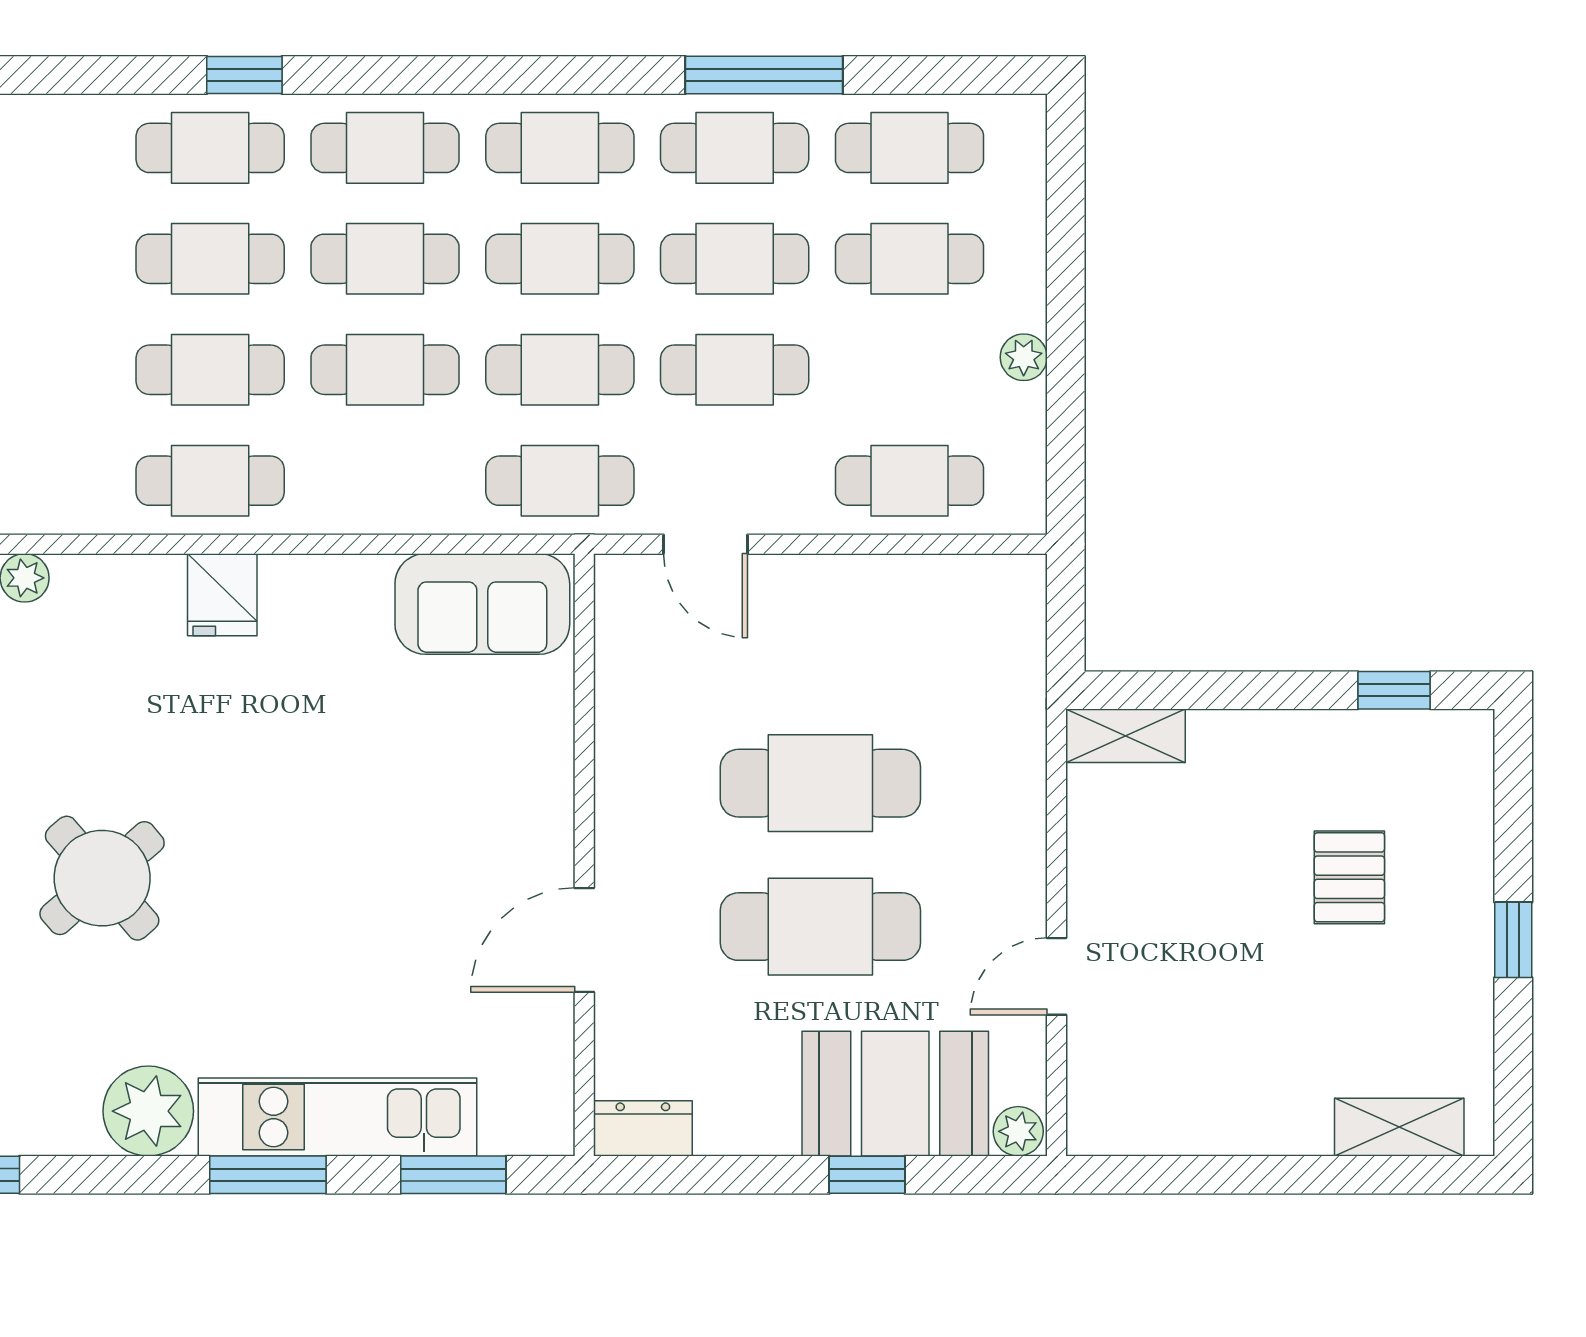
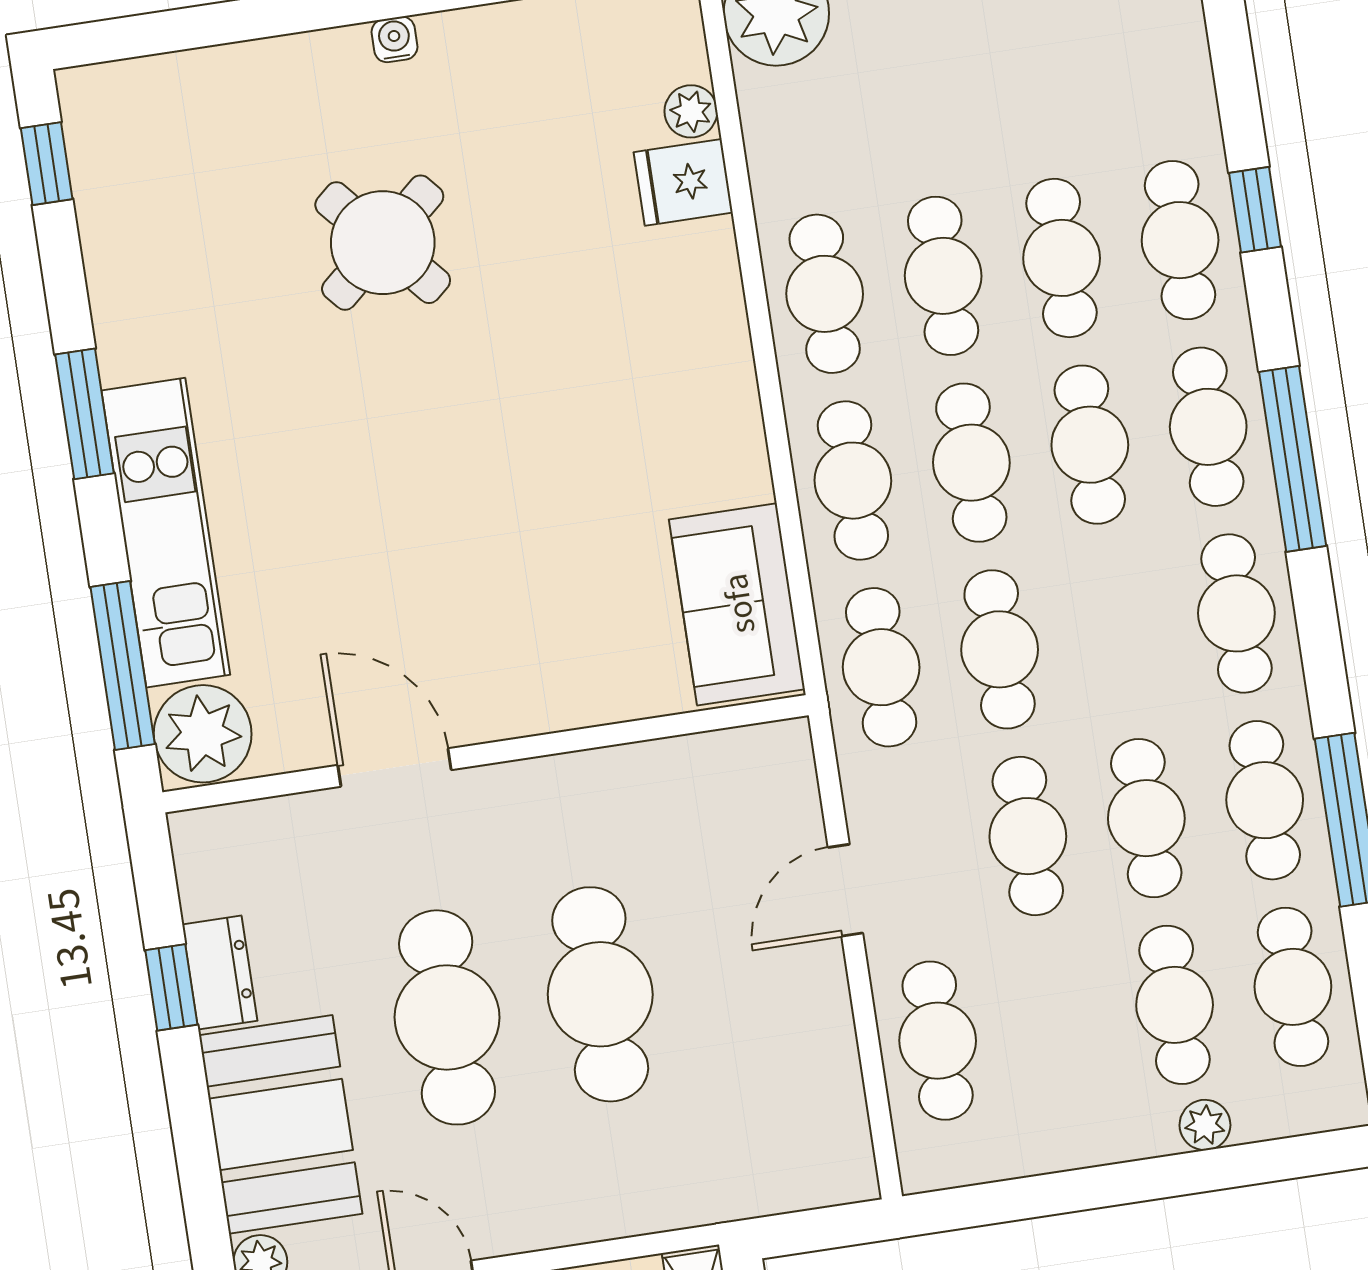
window: (244, 75) -> (1255, 210), moved
window: (426, 75) -> (1293, 459), added
cafe table: (560, 259) -> (853, 481), moved
plant: (1024, 357) -> (1205, 1125), moved
door: (706, 544) -> (845, 890), moved
fridge: (222, 595) -> (683, 182), moved
plant: (148, 1111) -> (203, 734), moved
dresser: (643, 1128) -> (220, 973), moved
window: (268, 1175) -> (85, 414), moved
window: (453, 1175) -> (123, 666), width x1.44
window: (867, 1175) -> (171, 987), moved

